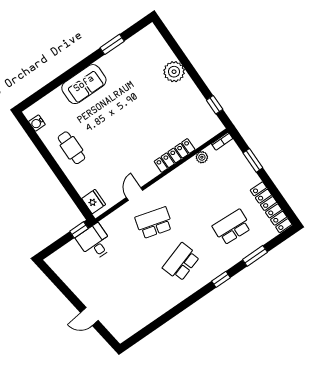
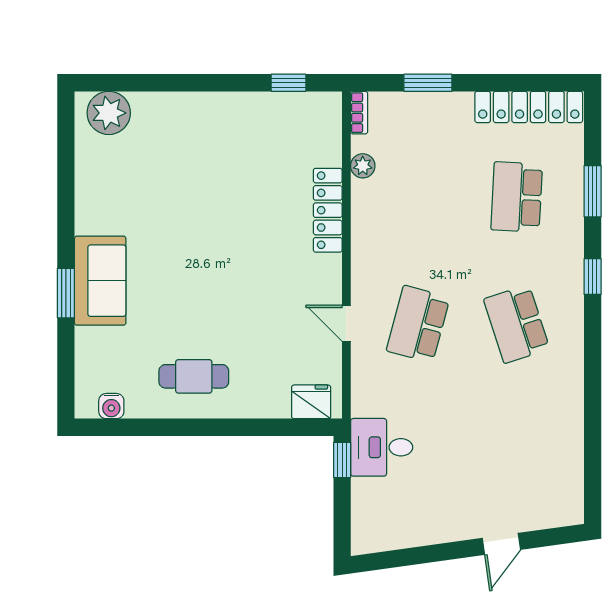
window: (112, 44) -> (66, 293), moved
plant: (174, 72) -> (109, 113), moved

